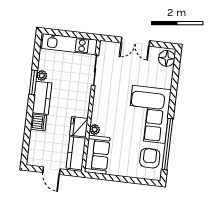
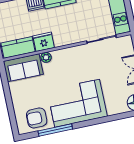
window: (167, 144) -> (55, 130), width x0.68
armchair: (150, 158) -> (37, 118), turned 180

